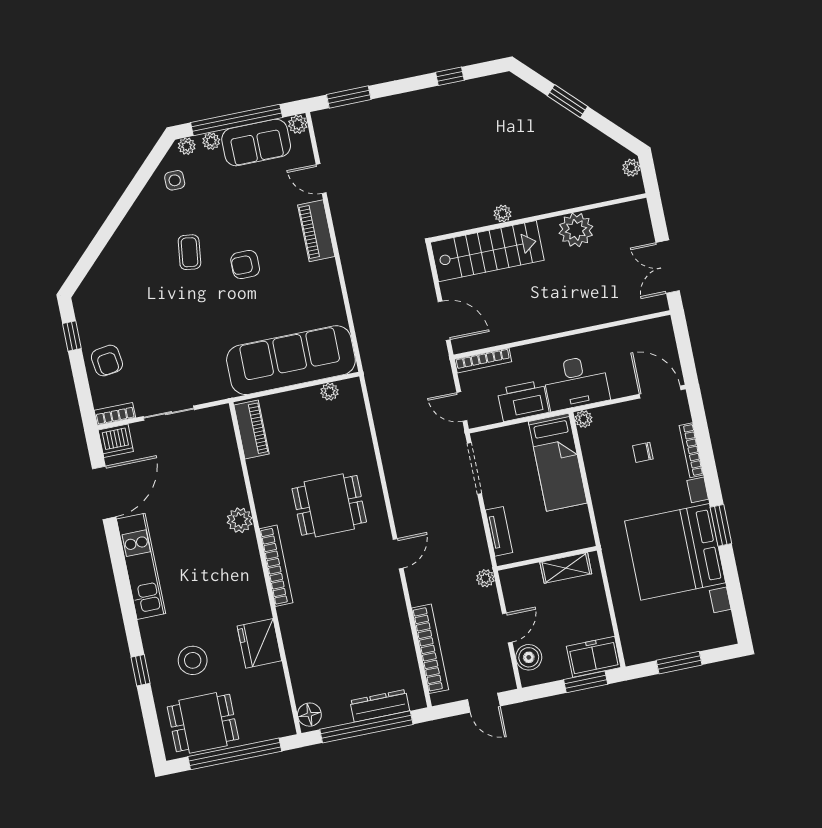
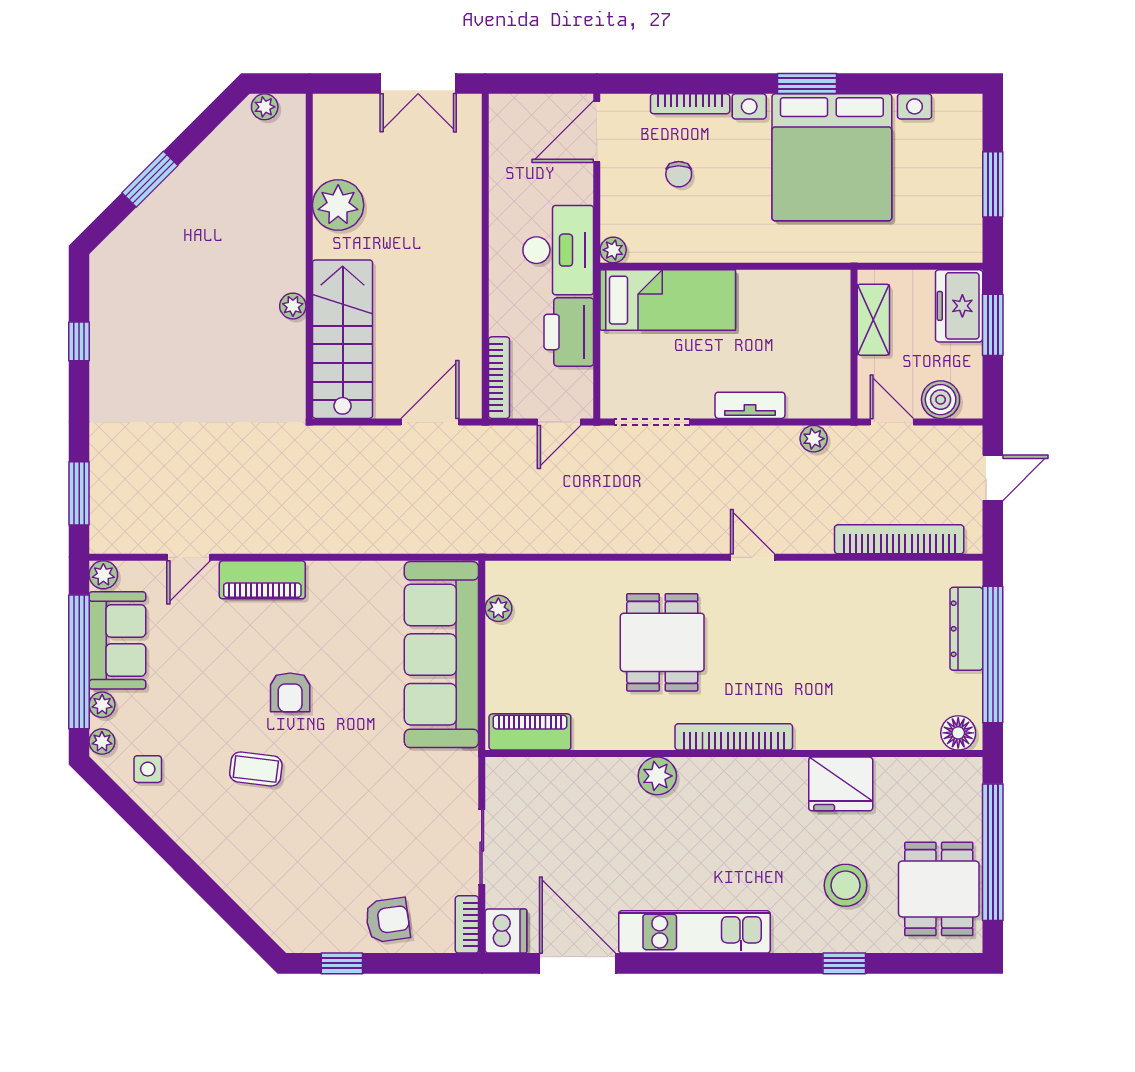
wall: (547, 558) -> (854, 344), moved
shelving: (566, 568) -> (873, 320), moved

